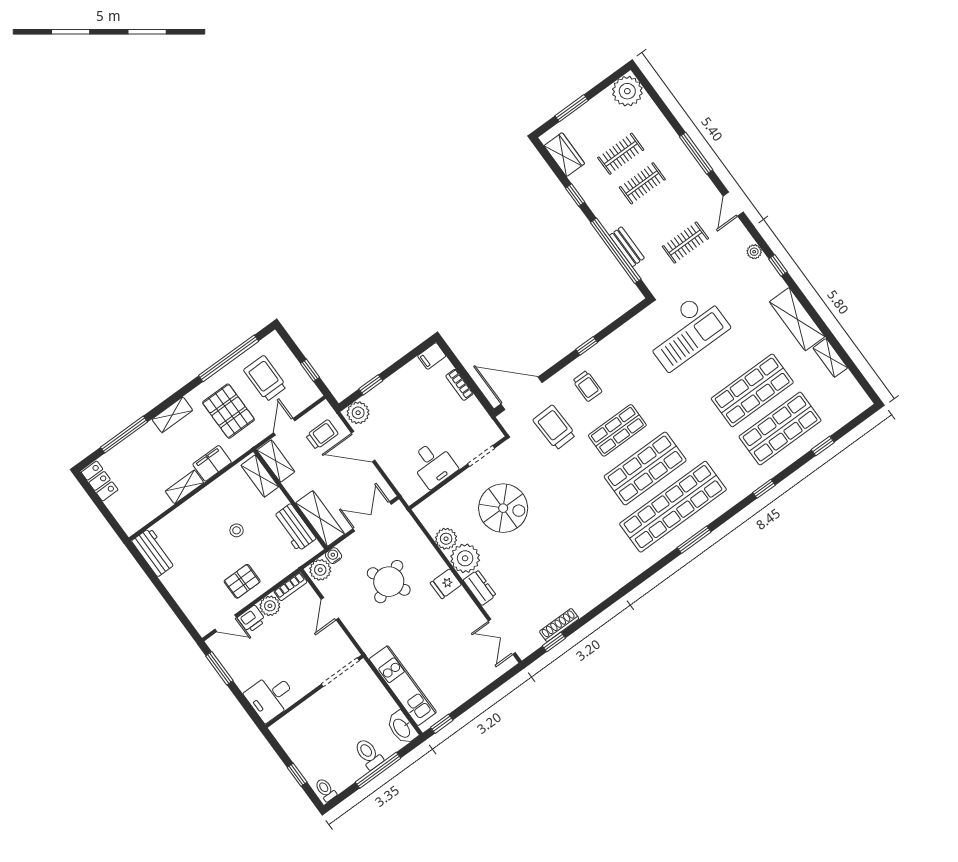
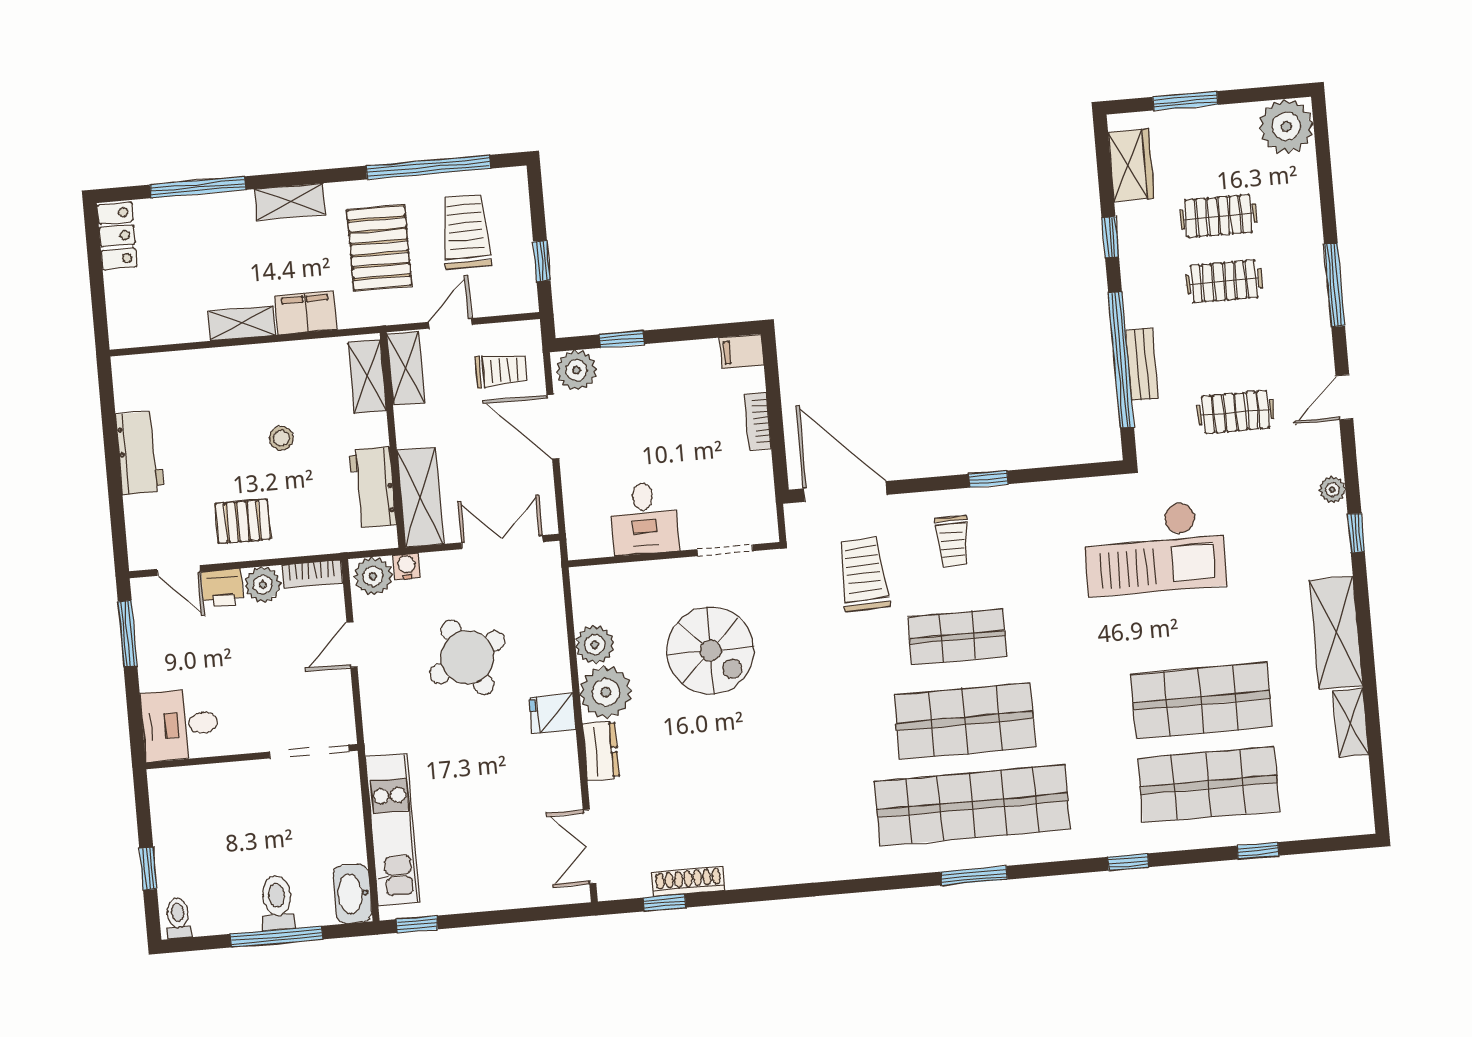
workbench: (154, 552) -> (140, 453), moved

